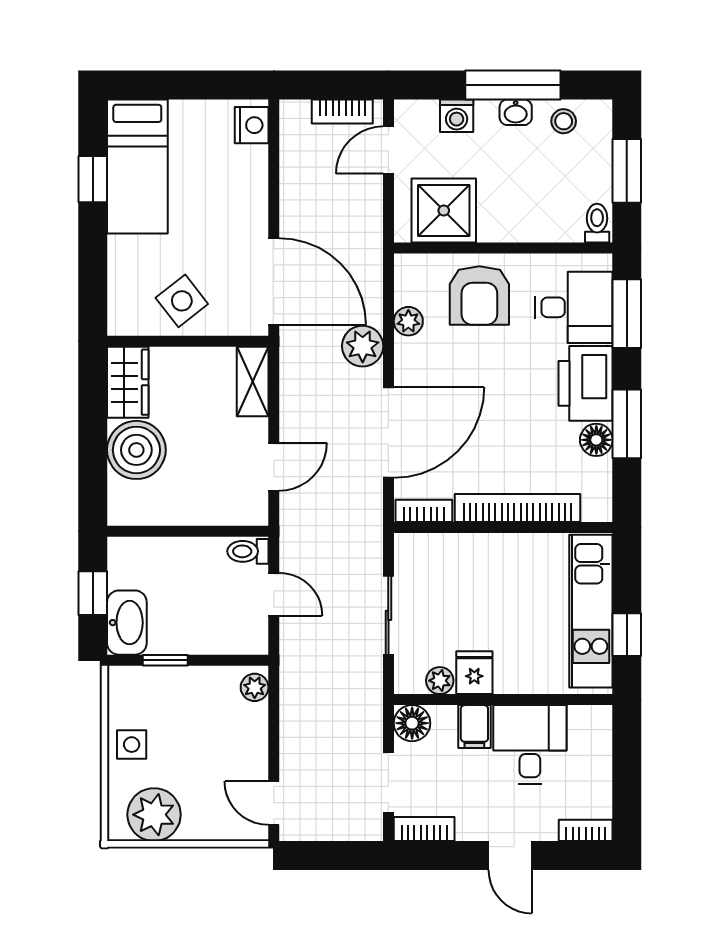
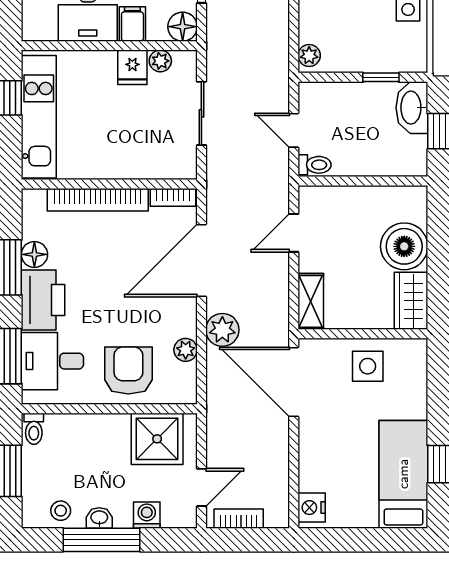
side table: (182, 301) -> (368, 366), turned 38

